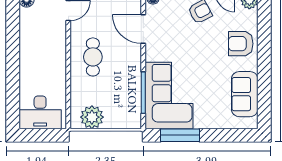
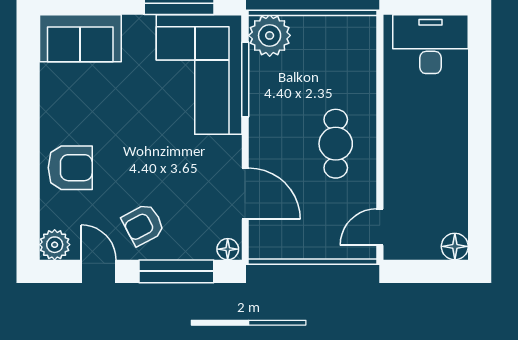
sofa: (245, 94) -> (80, 38), moved, turned 90
plant: (92, 117) -> (270, 35), moved

